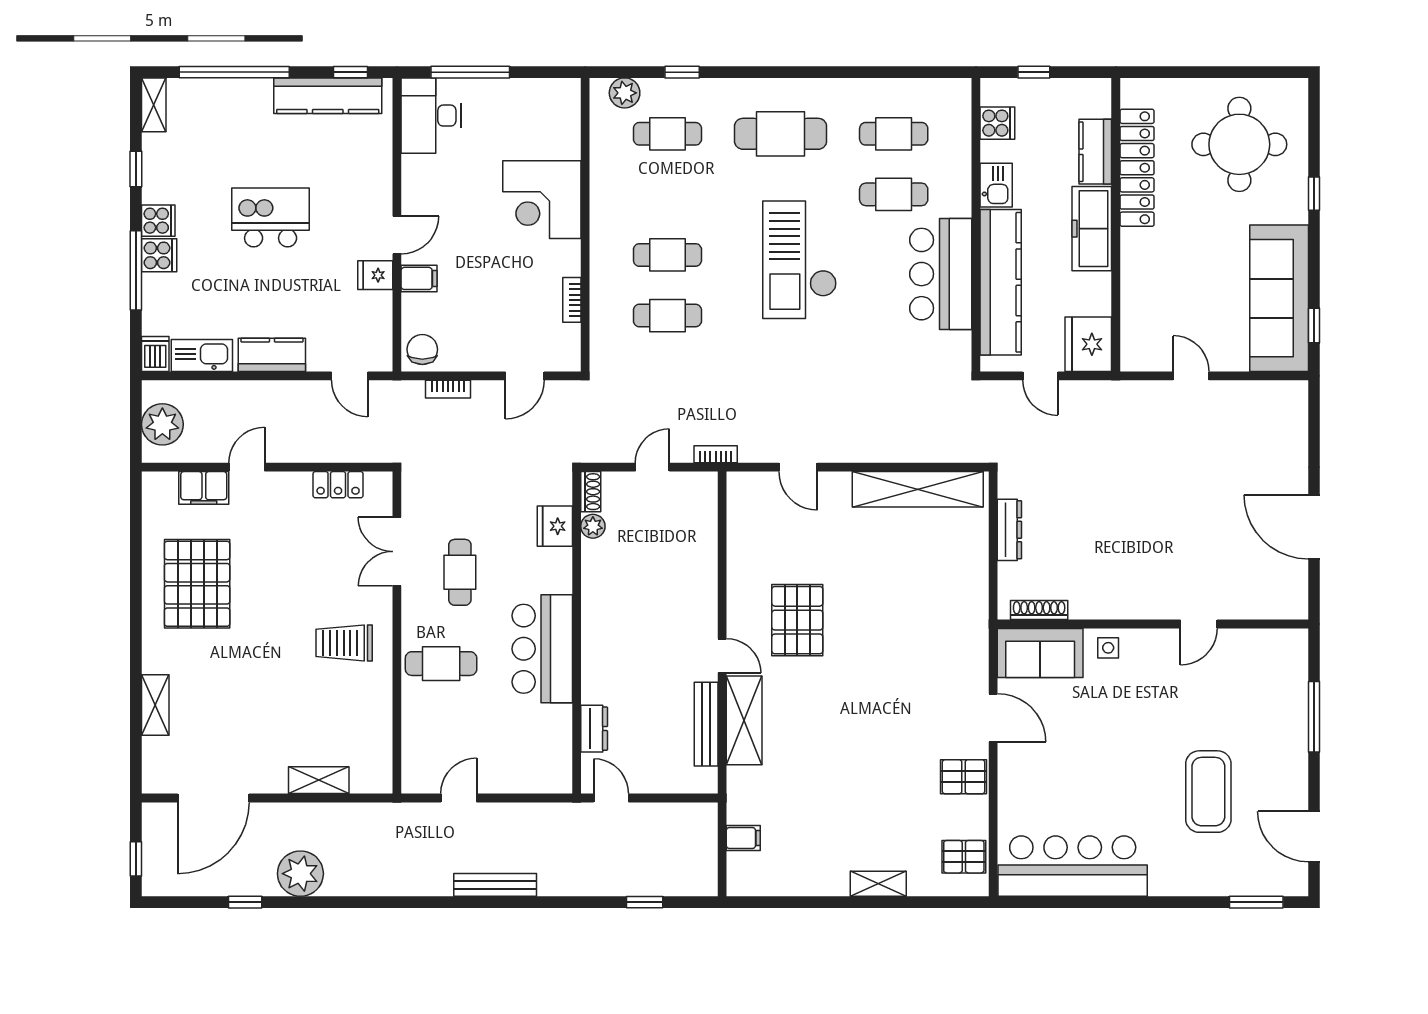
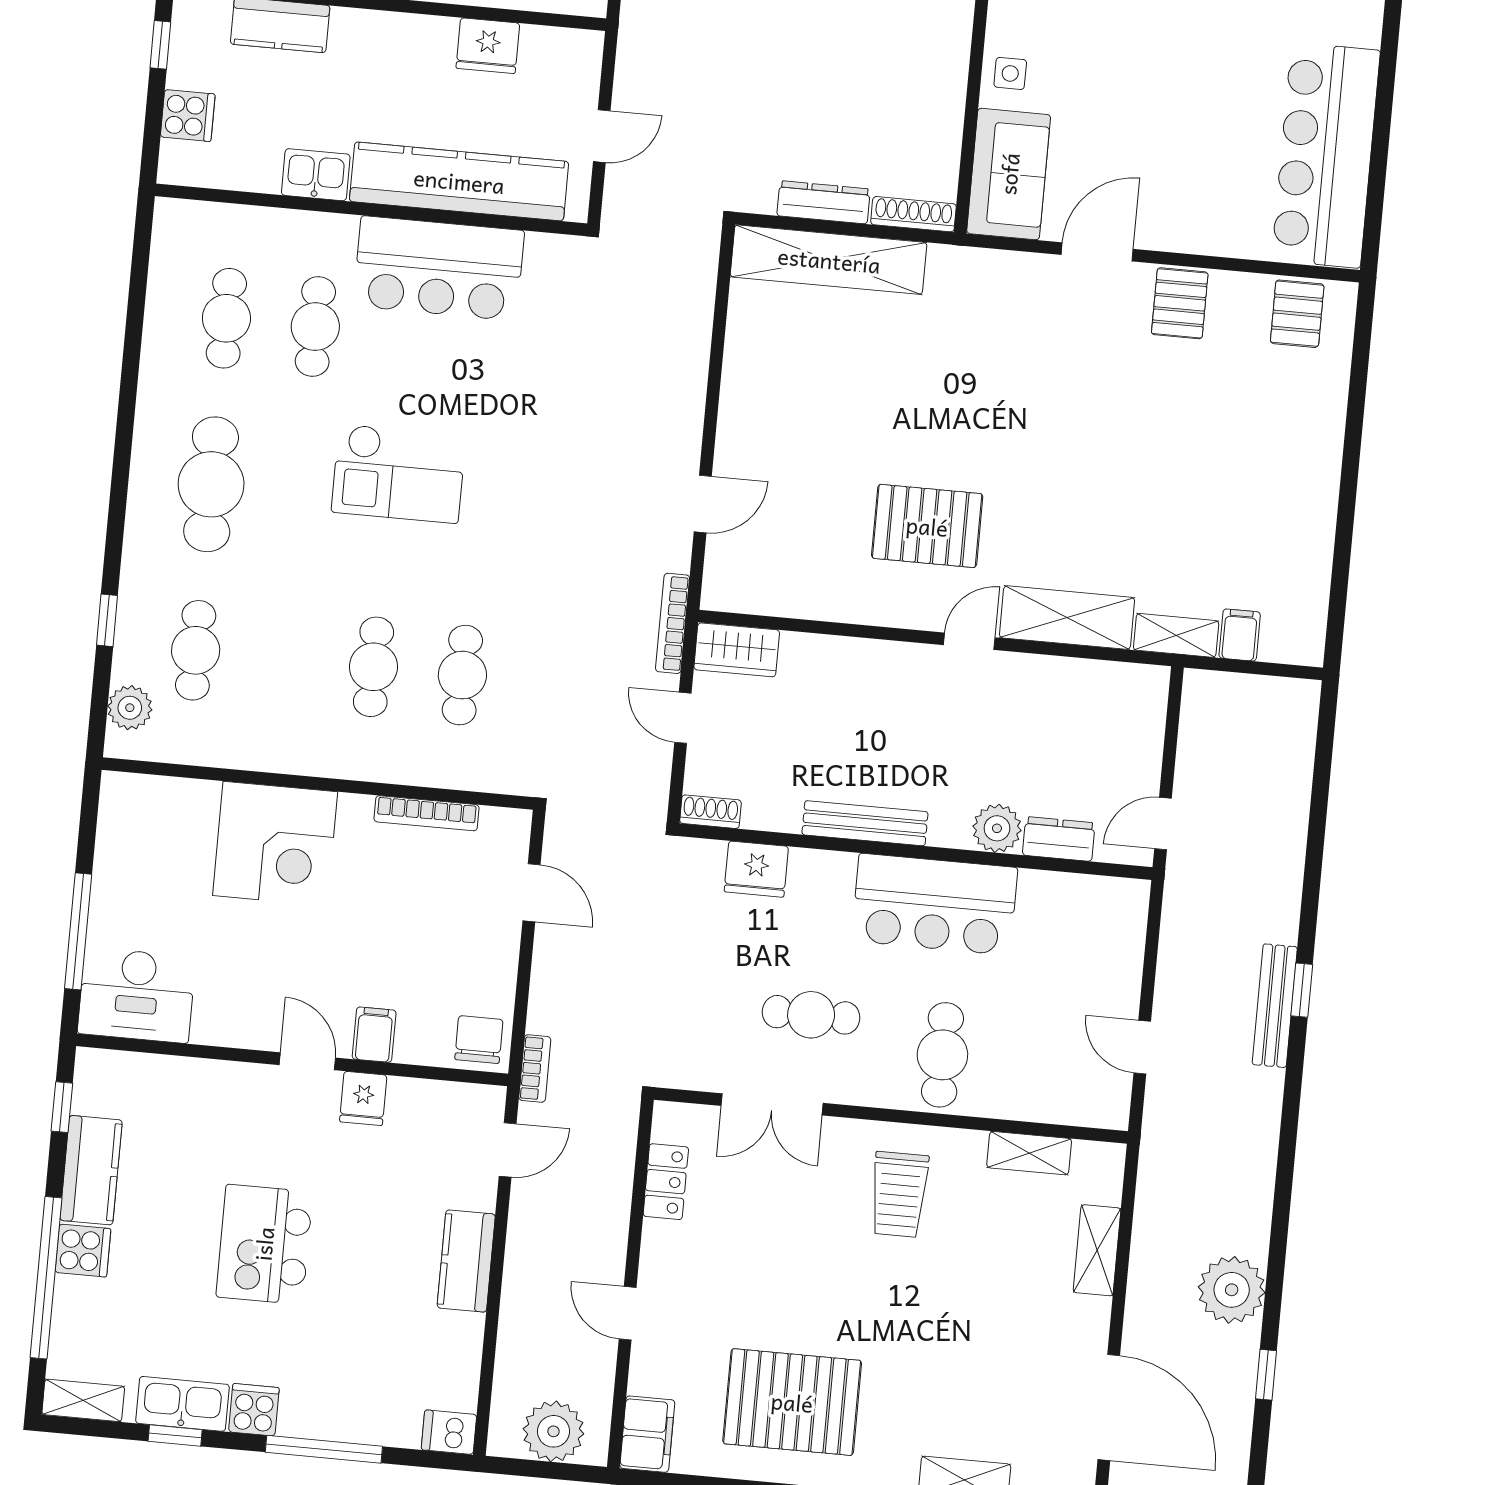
window: (1034, 72) -> (160, 45), moved
kitchen counter: (328, 96) -> (91, 1170), width x0.67
cooker: (997, 123) -> (188, 116), moved, turned 90
freezer: (1092, 229) -> (393, 40), removed
cooker: (159, 255) -> (83, 1251), moved, turned 90
checkout: (800, 260) -> (399, 474), width x0.73, depth x0.83
bookcase: (572, 300) -> (427, 813), width x1.56
fridge: (1088, 344) -> (488, 46), moved, width x0.73, depth x0.75
chair: (422, 349) -> (479, 1040), turned 90
kitchen sink: (202, 355) -> (183, 1404), moved, turned 90
bookcase: (448, 389) -> (535, 1068), moved
bookcase: (716, 454) -> (673, 623), width x1.56
filing cabinet: (204, 488) -> (647, 1434), moved
shelving: (918, 489) -> (829, 260), moved, turned 90
wardrobe: (702, 499) -> (737, 650), added
plant: (593, 526) -> (997, 828), moved, width x1.38, depth x1.38
shoe rack: (1039, 610) -> (913, 214), moved, turned 90
bench: (706, 724) -> (865, 823), moved
shelving: (380, 728) -> (1029, 1153), added
shelving: (878, 884) -> (1176, 635), moved, turned 90
window: (645, 902) -> (1302, 990), moved

